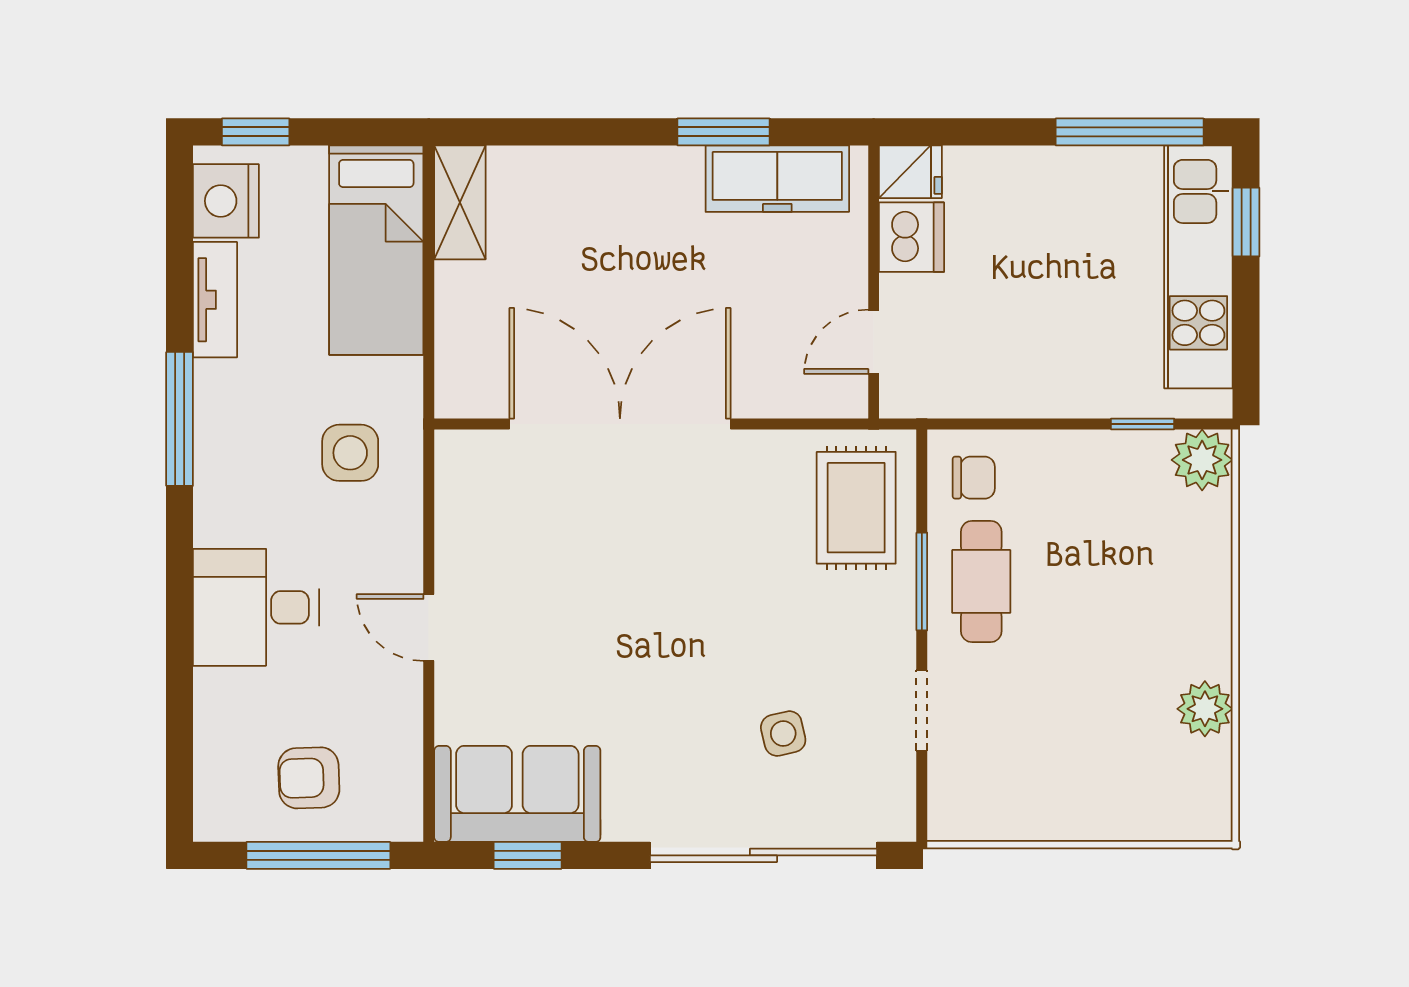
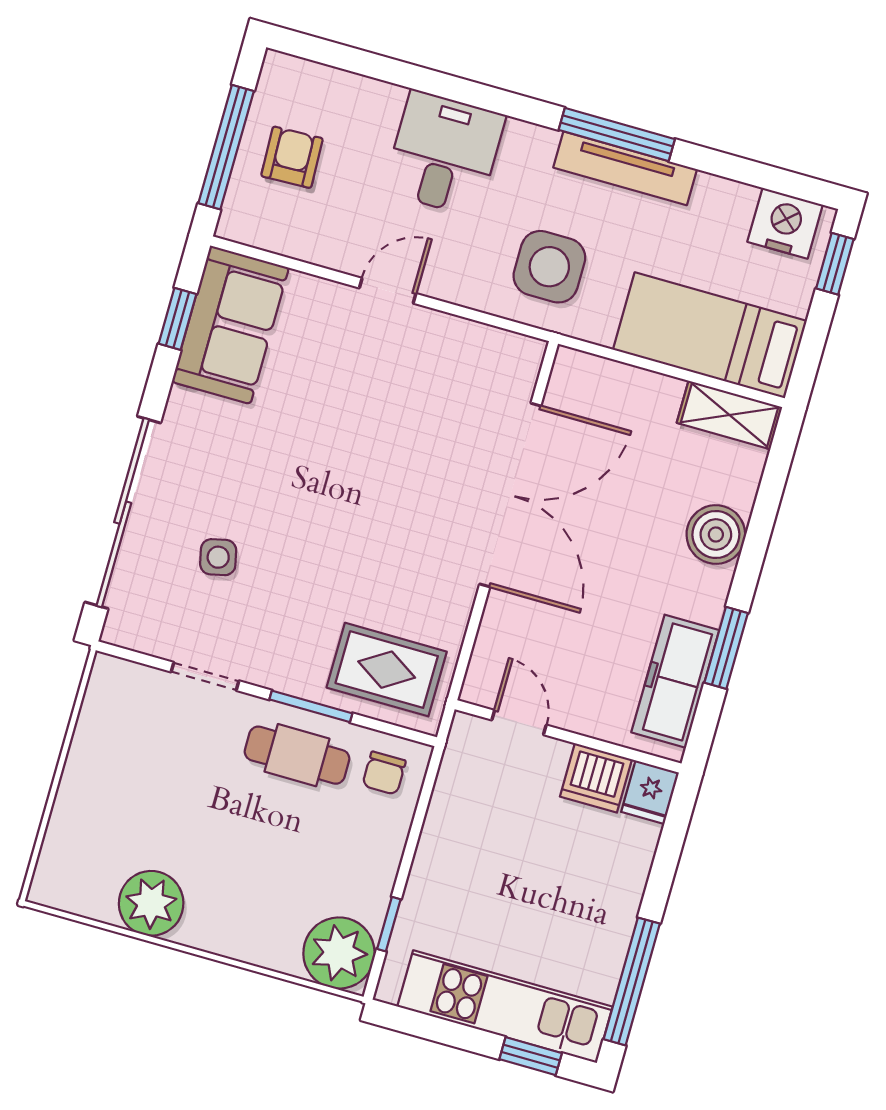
boiler: (599, 180) -> (716, 535), added
tv unit: (215, 300) -> (625, 168), moved, width x1.41
side table: (350, 453) -> (549, 267), width x1.37, depth x1.37
plant: (1202, 460) -> (339, 953), width x1.36, depth x1.36
plant: (1205, 709) -> (151, 903), width x1.36, depth x1.36

